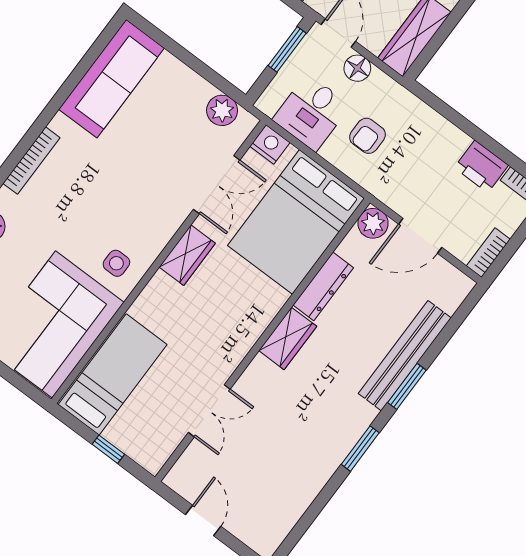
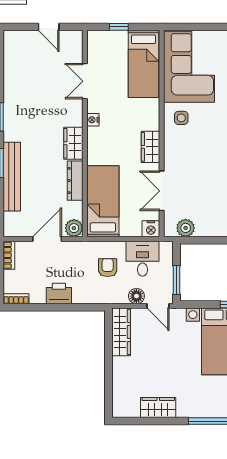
printer: (481, 166) -> (59, 294), moved
bed: (296, 222) -> (103, 201), width x0.67
nightstand: (238, 350) -> (93, 120), added

